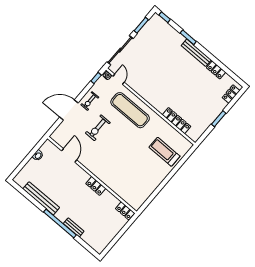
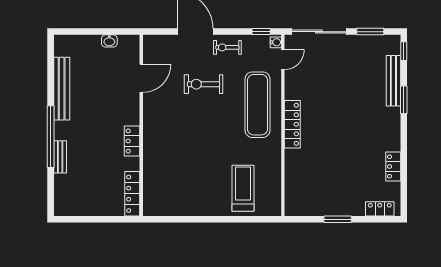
bench: (196, 53) -> (393, 81), moved
locker: (176, 121) -> (292, 124), moved
locker: (125, 211) -> (132, 194), width x1.53

